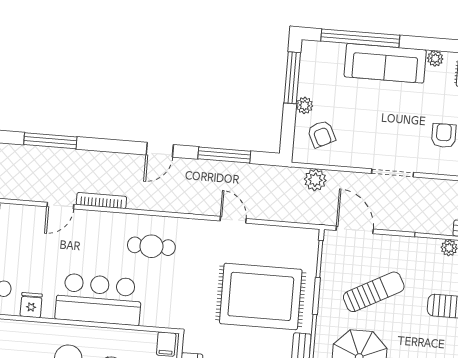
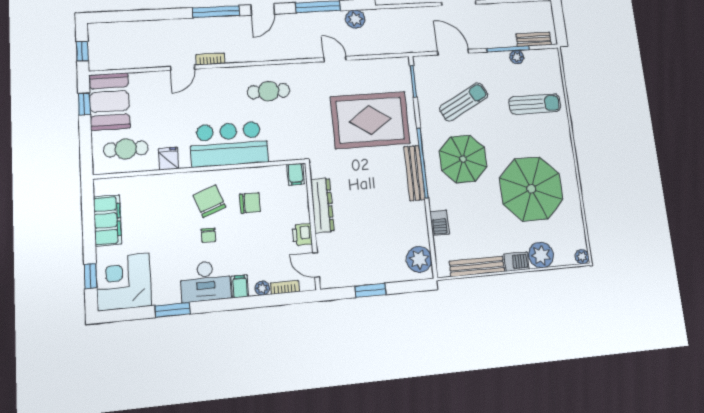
window: (50, 141) -> (216, 12), moved
plant: (315, 180) -> (355, 19), moved
bookcase: (101, 201) -> (210, 59), width x0.64
door: (355, 230) -> (453, 52), moved

